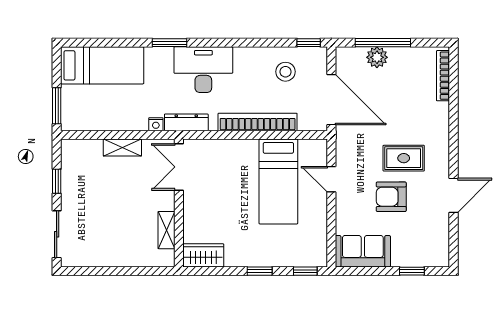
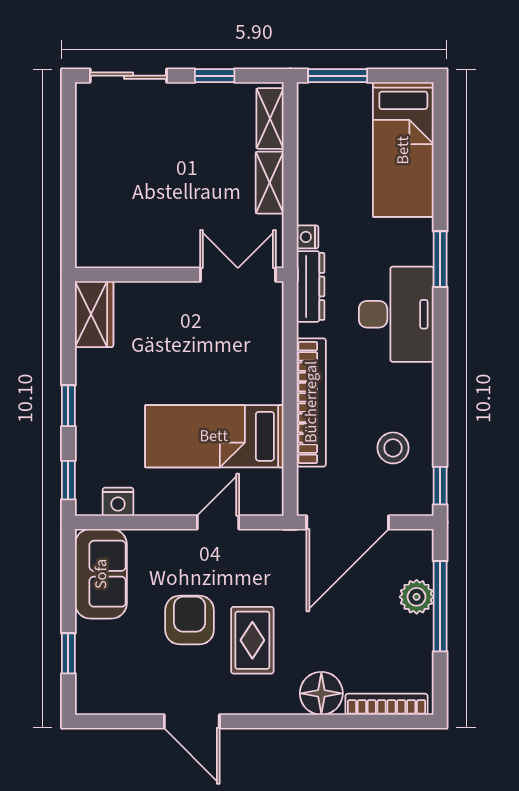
floor lamp: (436, 116) -> (321, 693), added
shelving: (167, 230) -> (270, 118), moved, turned 90
nightstand: (319, 241) -> (118, 502), added

